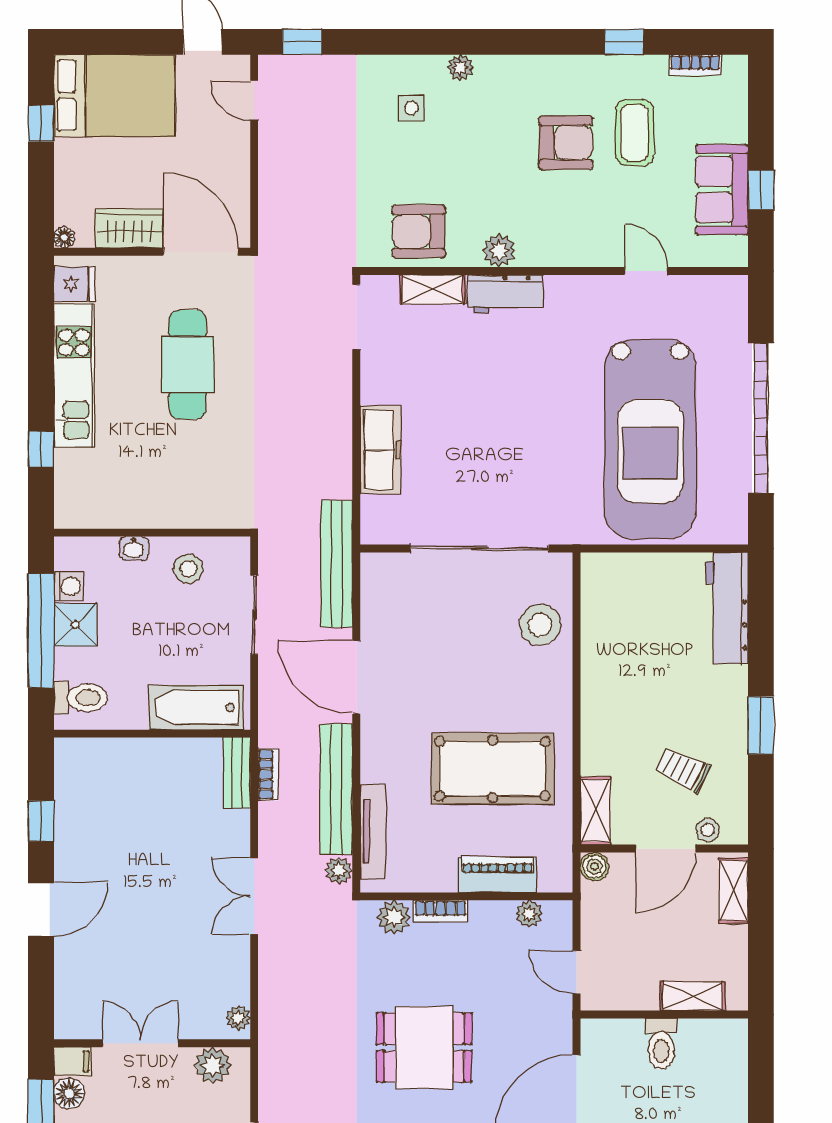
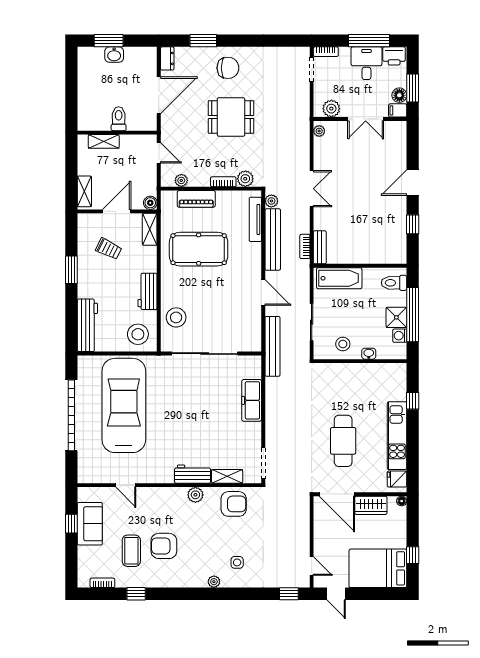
door: (356, 677) -> (263, 293), width x0.73
workbench: (600, 680) -> (148, 291), added
stool: (708, 830) -> (138, 334), moved, width x1.89, depth x1.89

